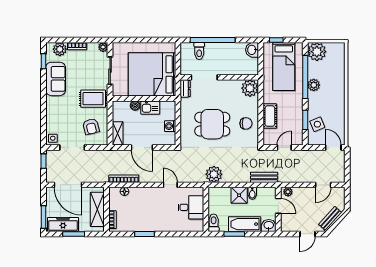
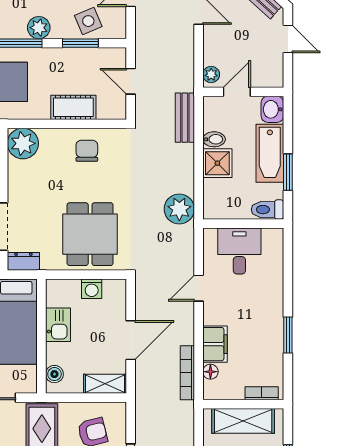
plant: (314, 85) -> (39, 28), moved
boiler: (135, 106) -> (54, 374), moved
dining table: (212, 124) -> (90, 234), moved
filing cabinet: (140, 194) -> (215, 344), added

